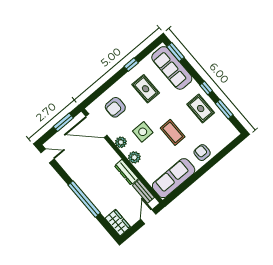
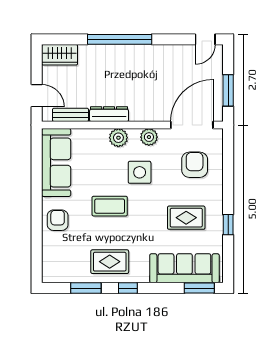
armchair: (202, 153) -> (58, 220), turned -90

